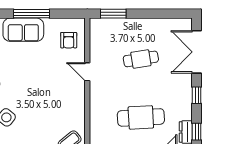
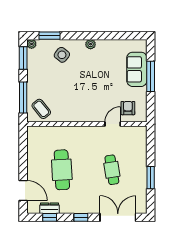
window: (113, 14) -> (151, 178), moved
armchair: (69, 40) -> (128, 108), turned 90
door: (87, 72) -> (113, 124), moved

